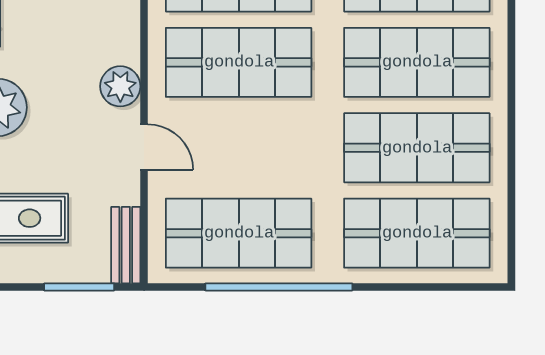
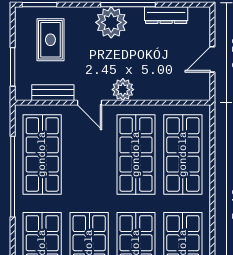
door: (144, 147) -> (89, 103), hinge flipped
bench: (126, 245) -> (53, 93), moved

